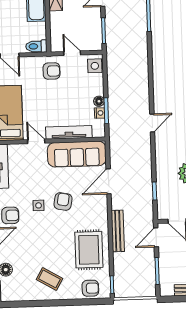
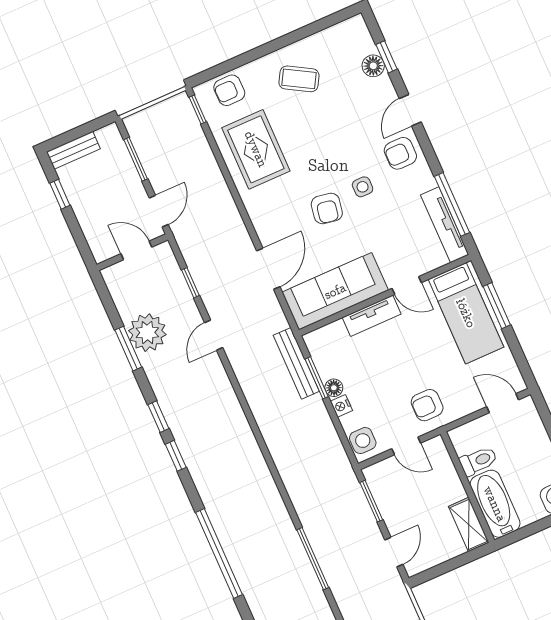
toilet: (36, 46) -> (478, 461), moved
nightstand: (100, 113) -> (341, 406), moved
door: (152, 123) -> (214, 335), moved
tv unit: (69, 132) -> (372, 316), width x0.71
bench: (118, 231) -> (296, 363), moved

